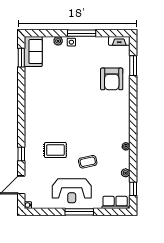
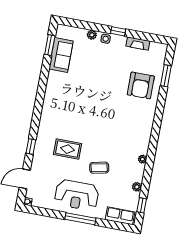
window: (82, 33) -> (118, 31), width x0.46
fireplace: (119, 41) -> (138, 43), moved
sofa: (33, 52) -> (61, 55), moved

